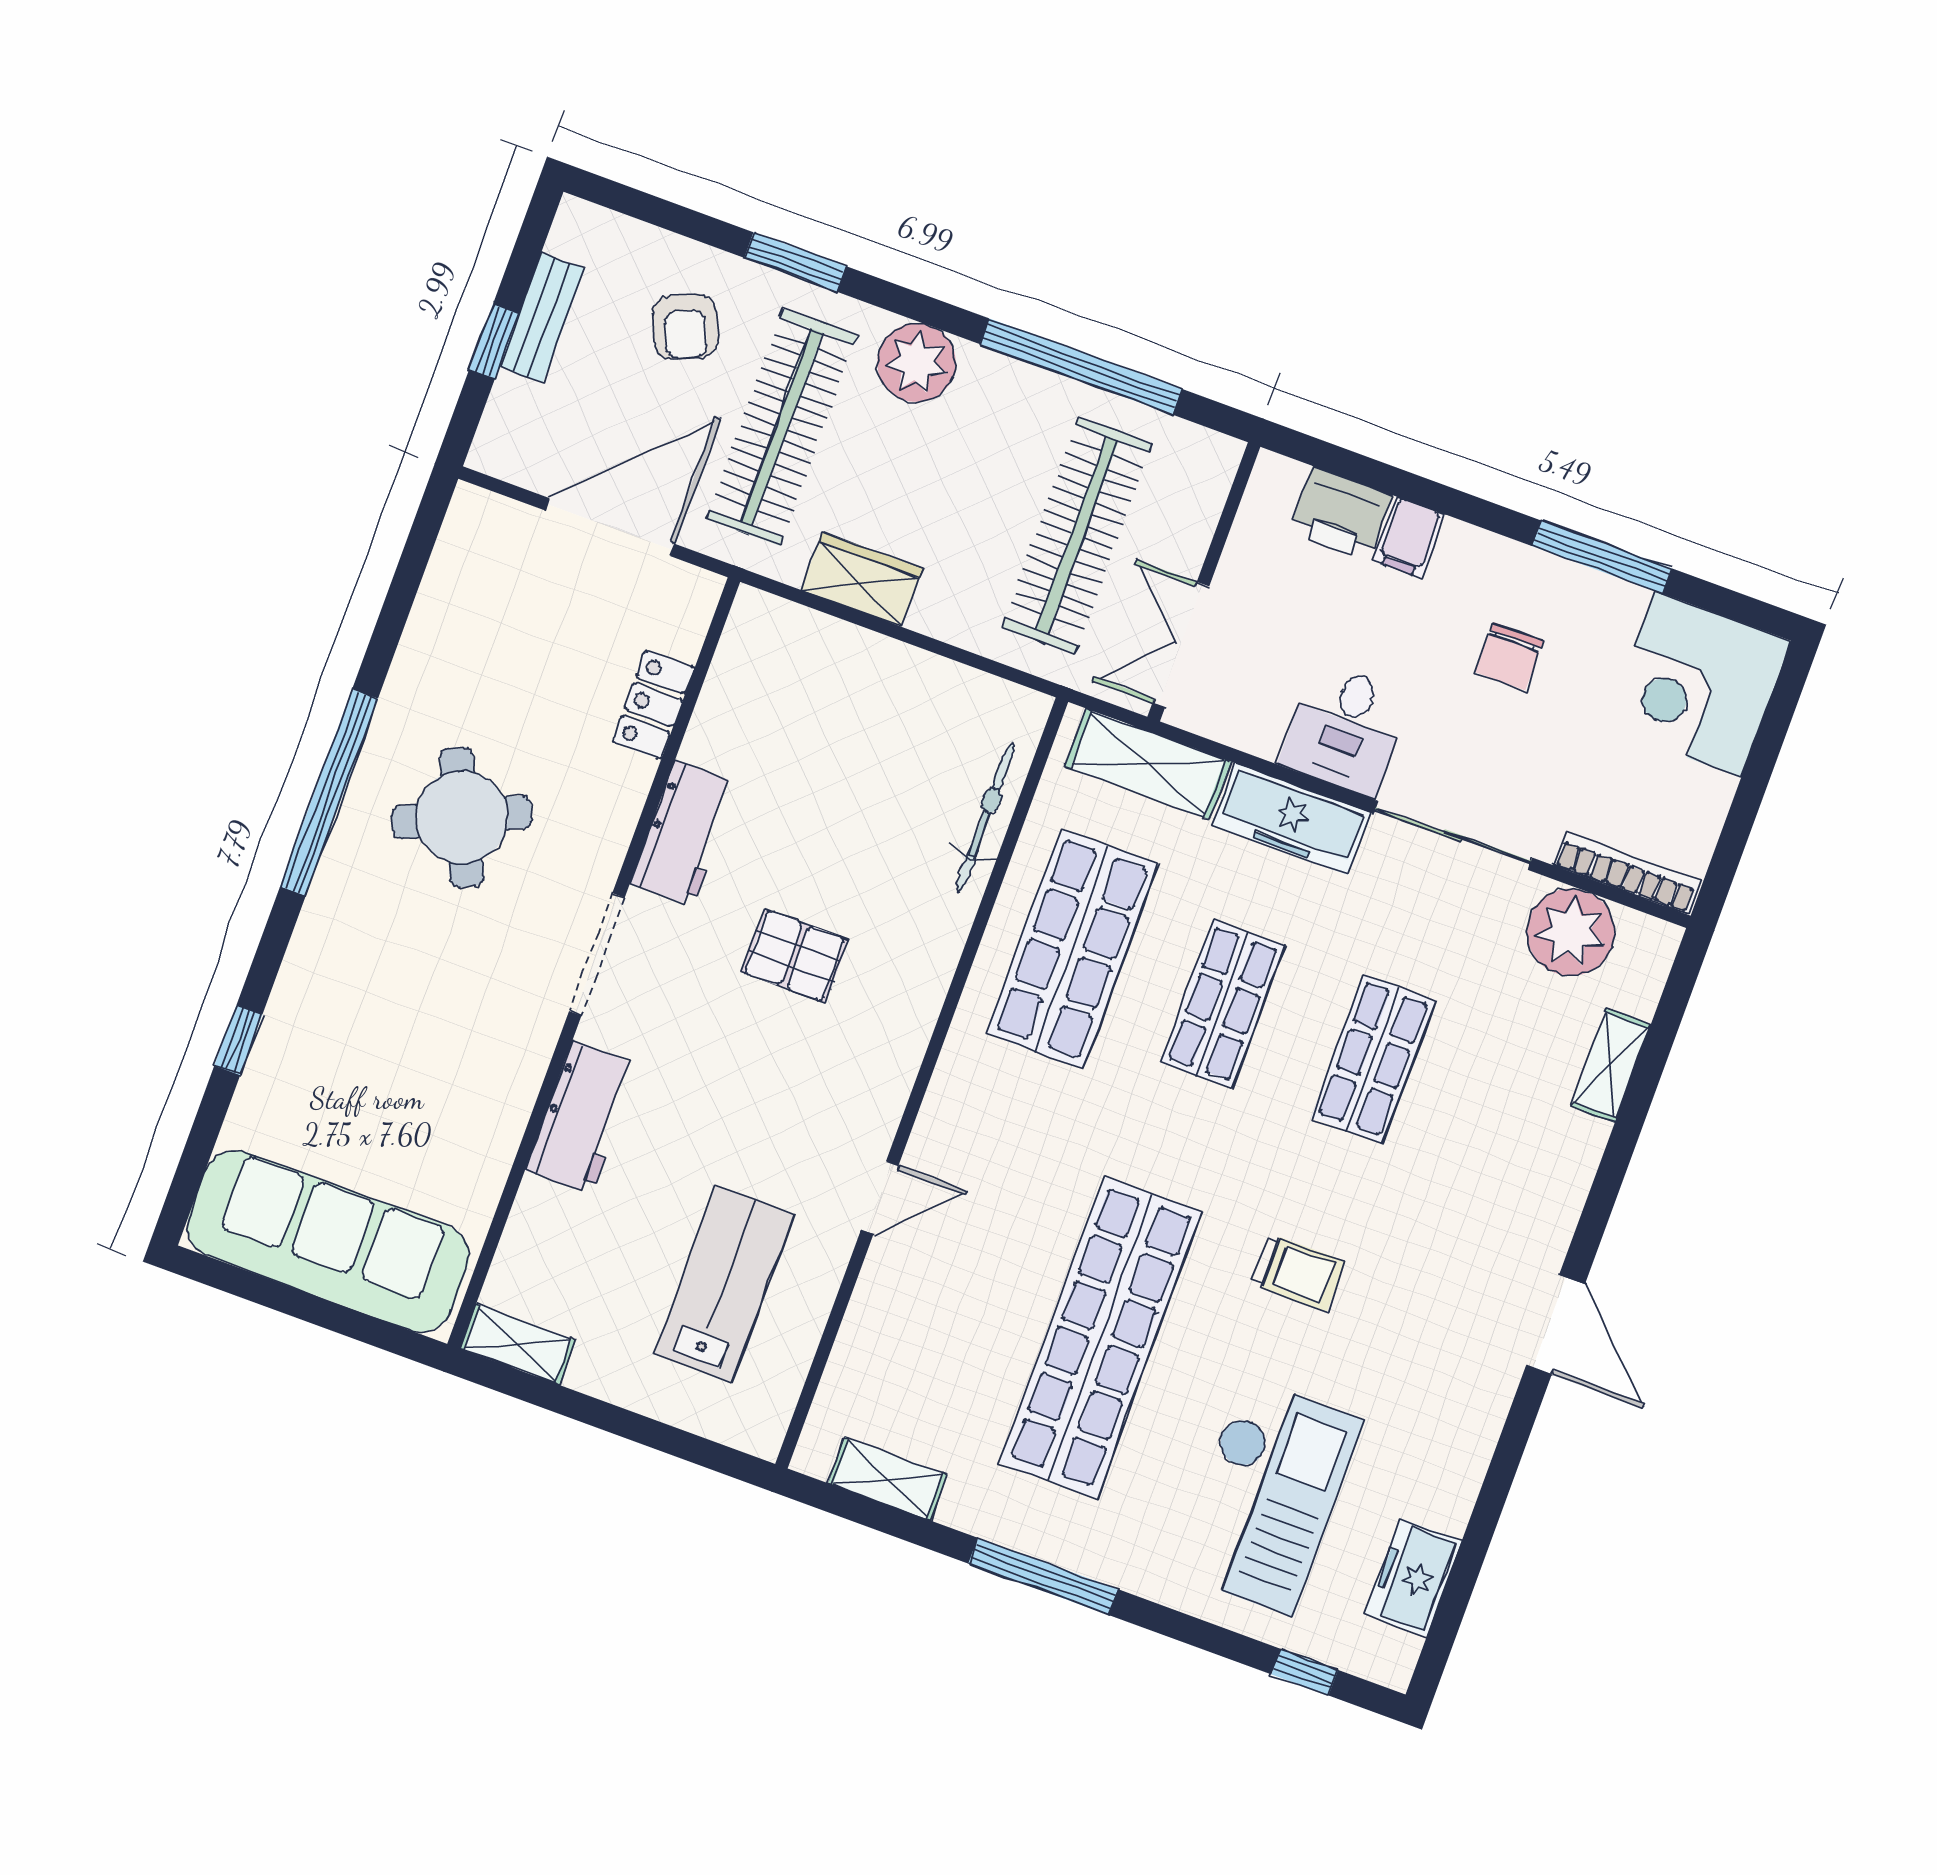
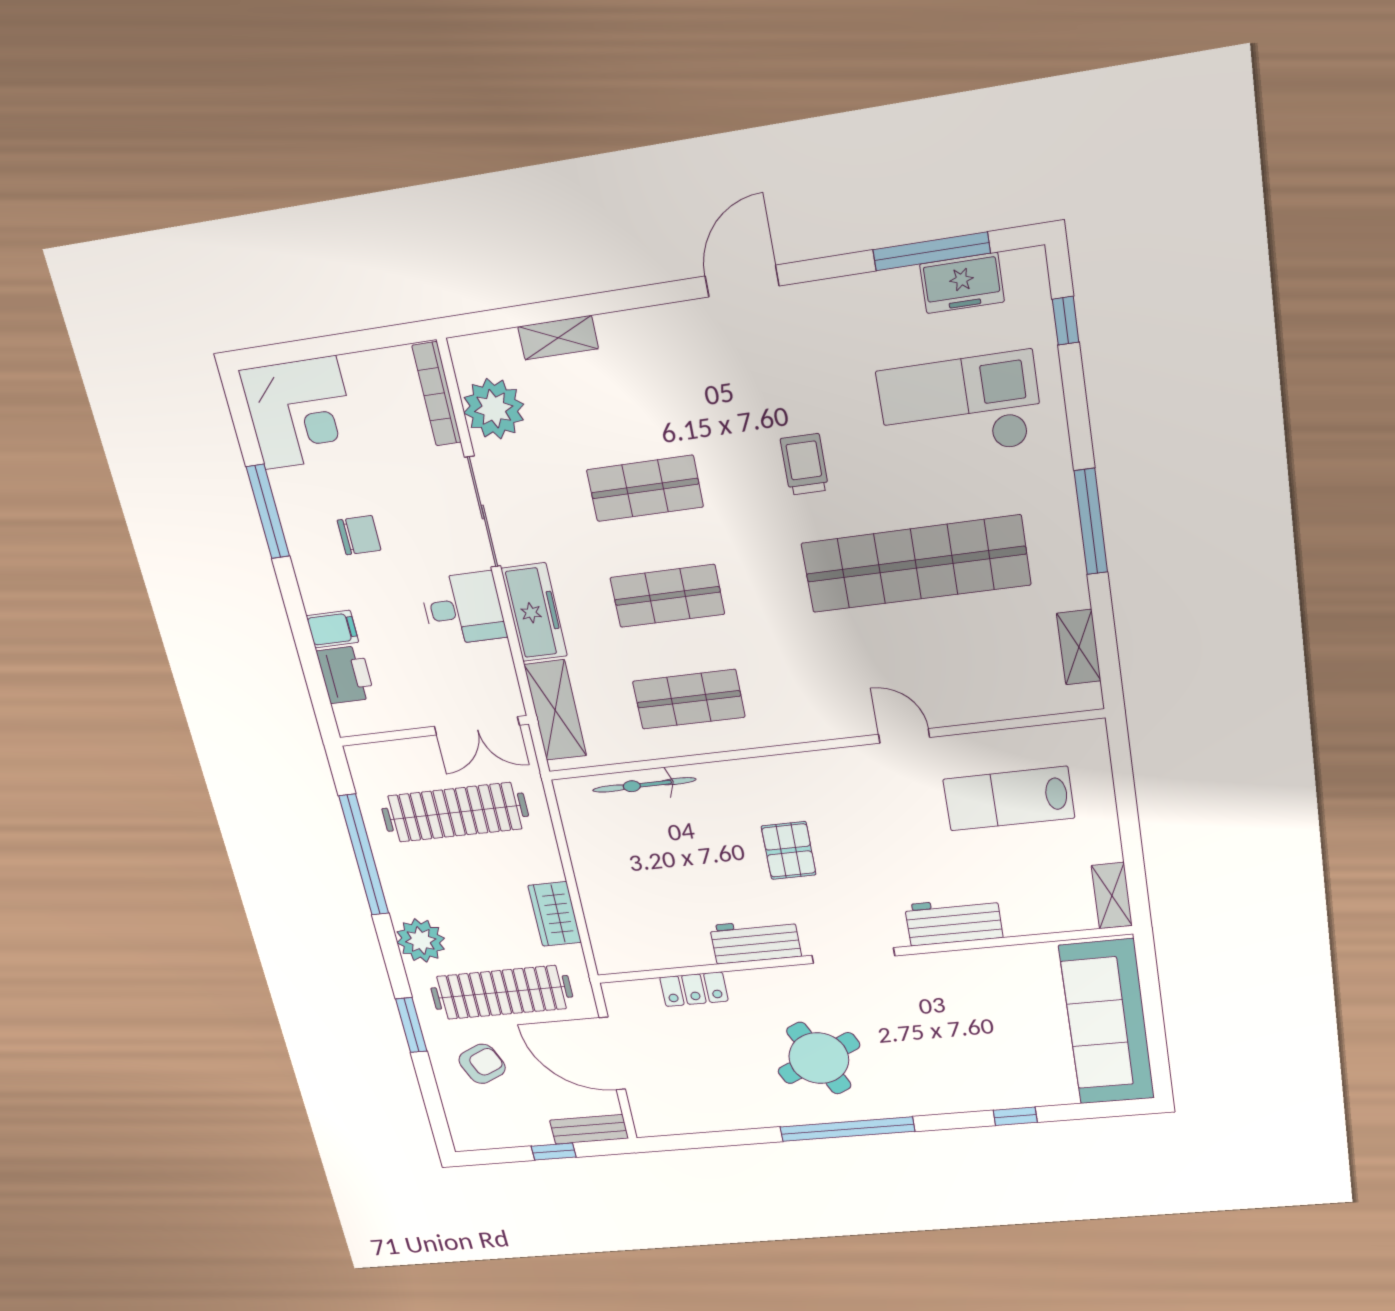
bench: (542, 318) -> (589, 1129), moved
shop shelf: (1072, 949) -> (689, 699), width x0.70, depth x0.74
window: (1469, 1562) -> (931, 251), added

